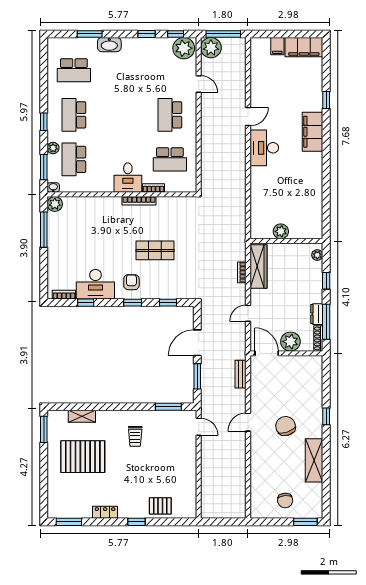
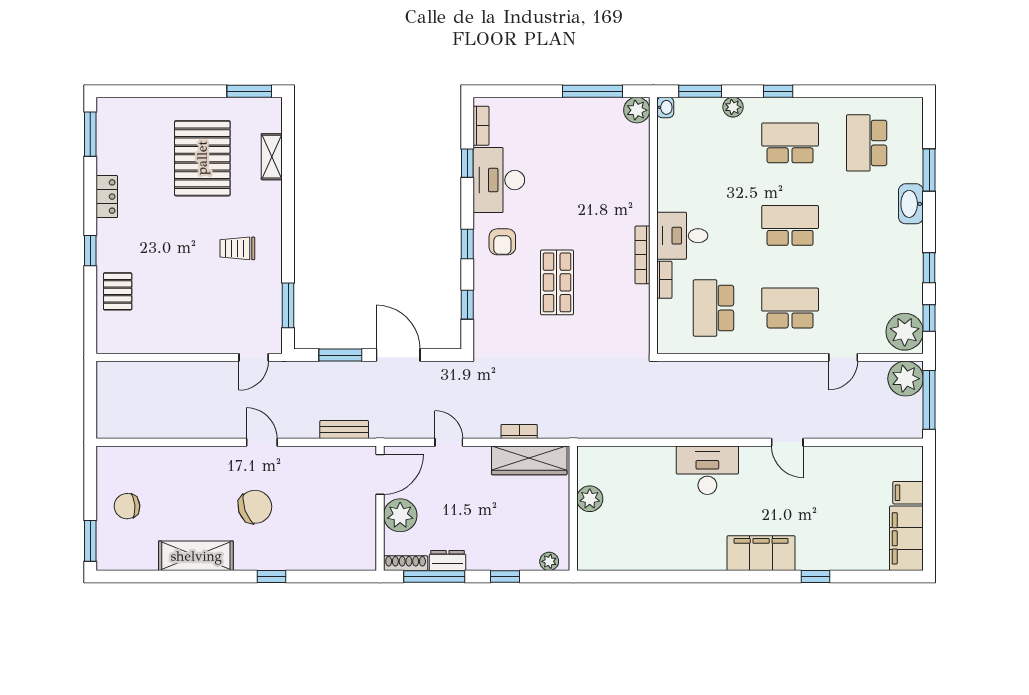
desk: (264, 148) -> (707, 470), moved
school desk: (74, 159) -> (790, 225), moved
armchair: (131, 282) -> (502, 242), turned 90

